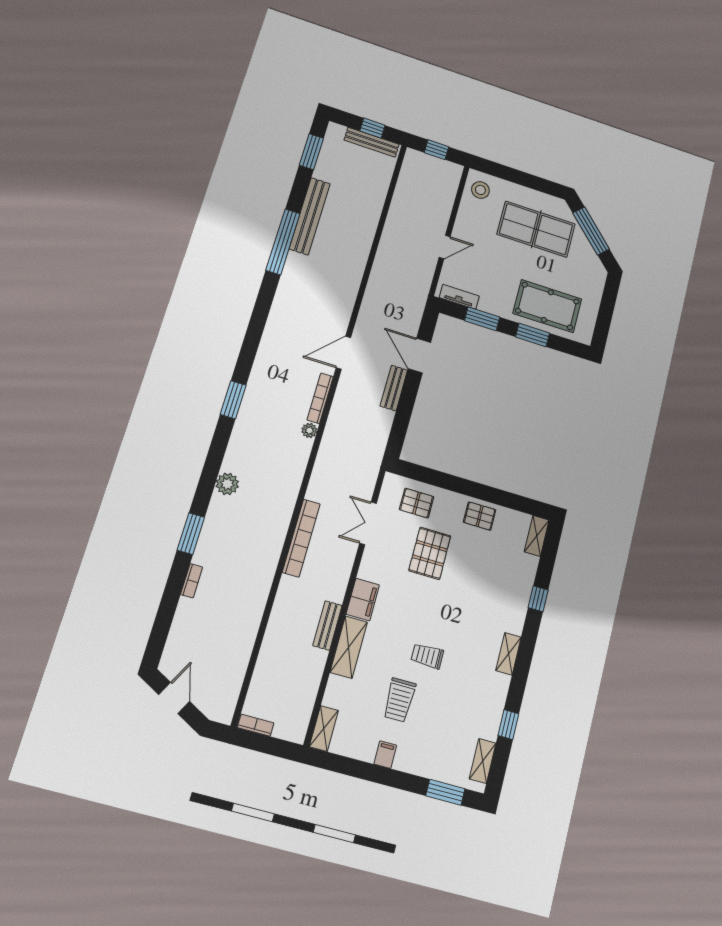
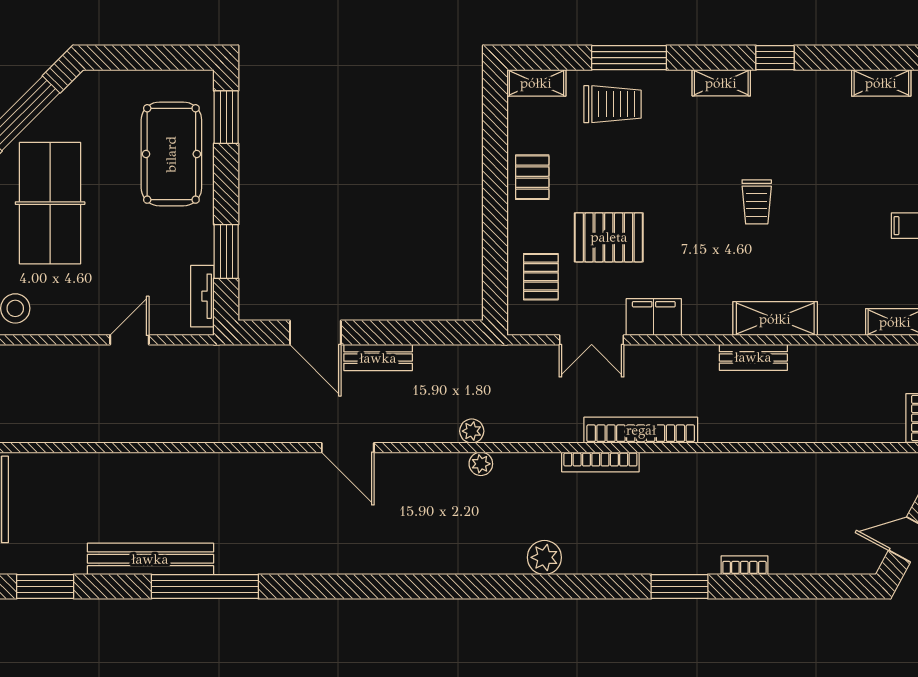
door: (445, 247) -> (129, 340), hinge flipped
window: (533, 335) -> (226, 117), moved
door: (419, 355) -> (315, 332), hinge flipped
bookcase: (320, 398) -> (600, 462), moved
window: (233, 400) -> (470, 586), removed
plant: (332, 431) -> (472, 431), added
plant: (227, 484) -> (544, 557), moved
window: (538, 599) -> (629, 58), width x2.17
filing cabinet: (363, 600) -> (654, 317), moved
trolley: (399, 700) -> (613, 104), moved
window: (508, 725) -> (775, 58), moved

